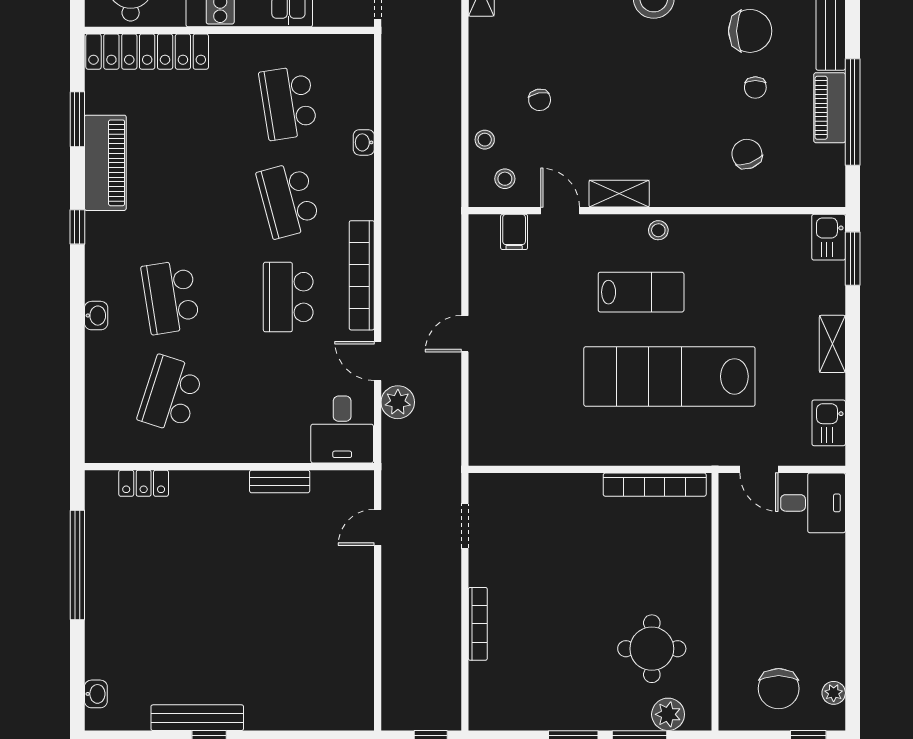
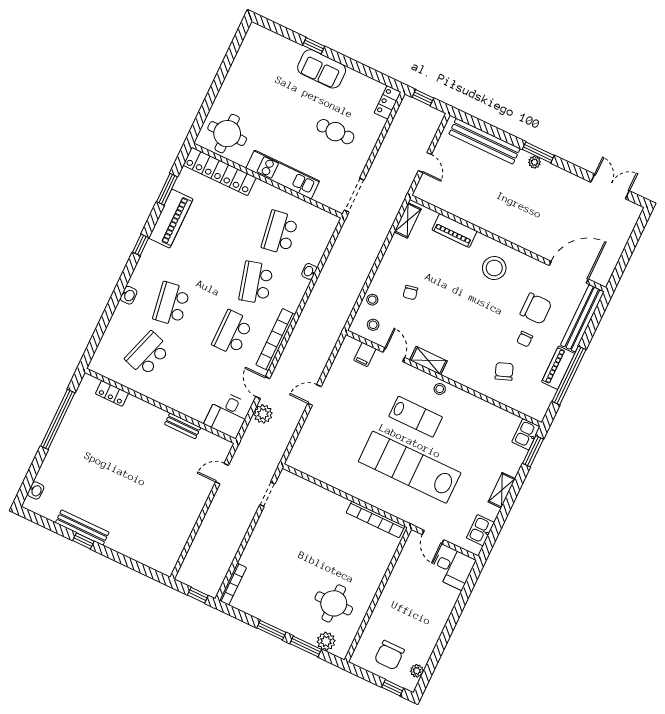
bookcase: (478, 624) -> (233, 584), moved

